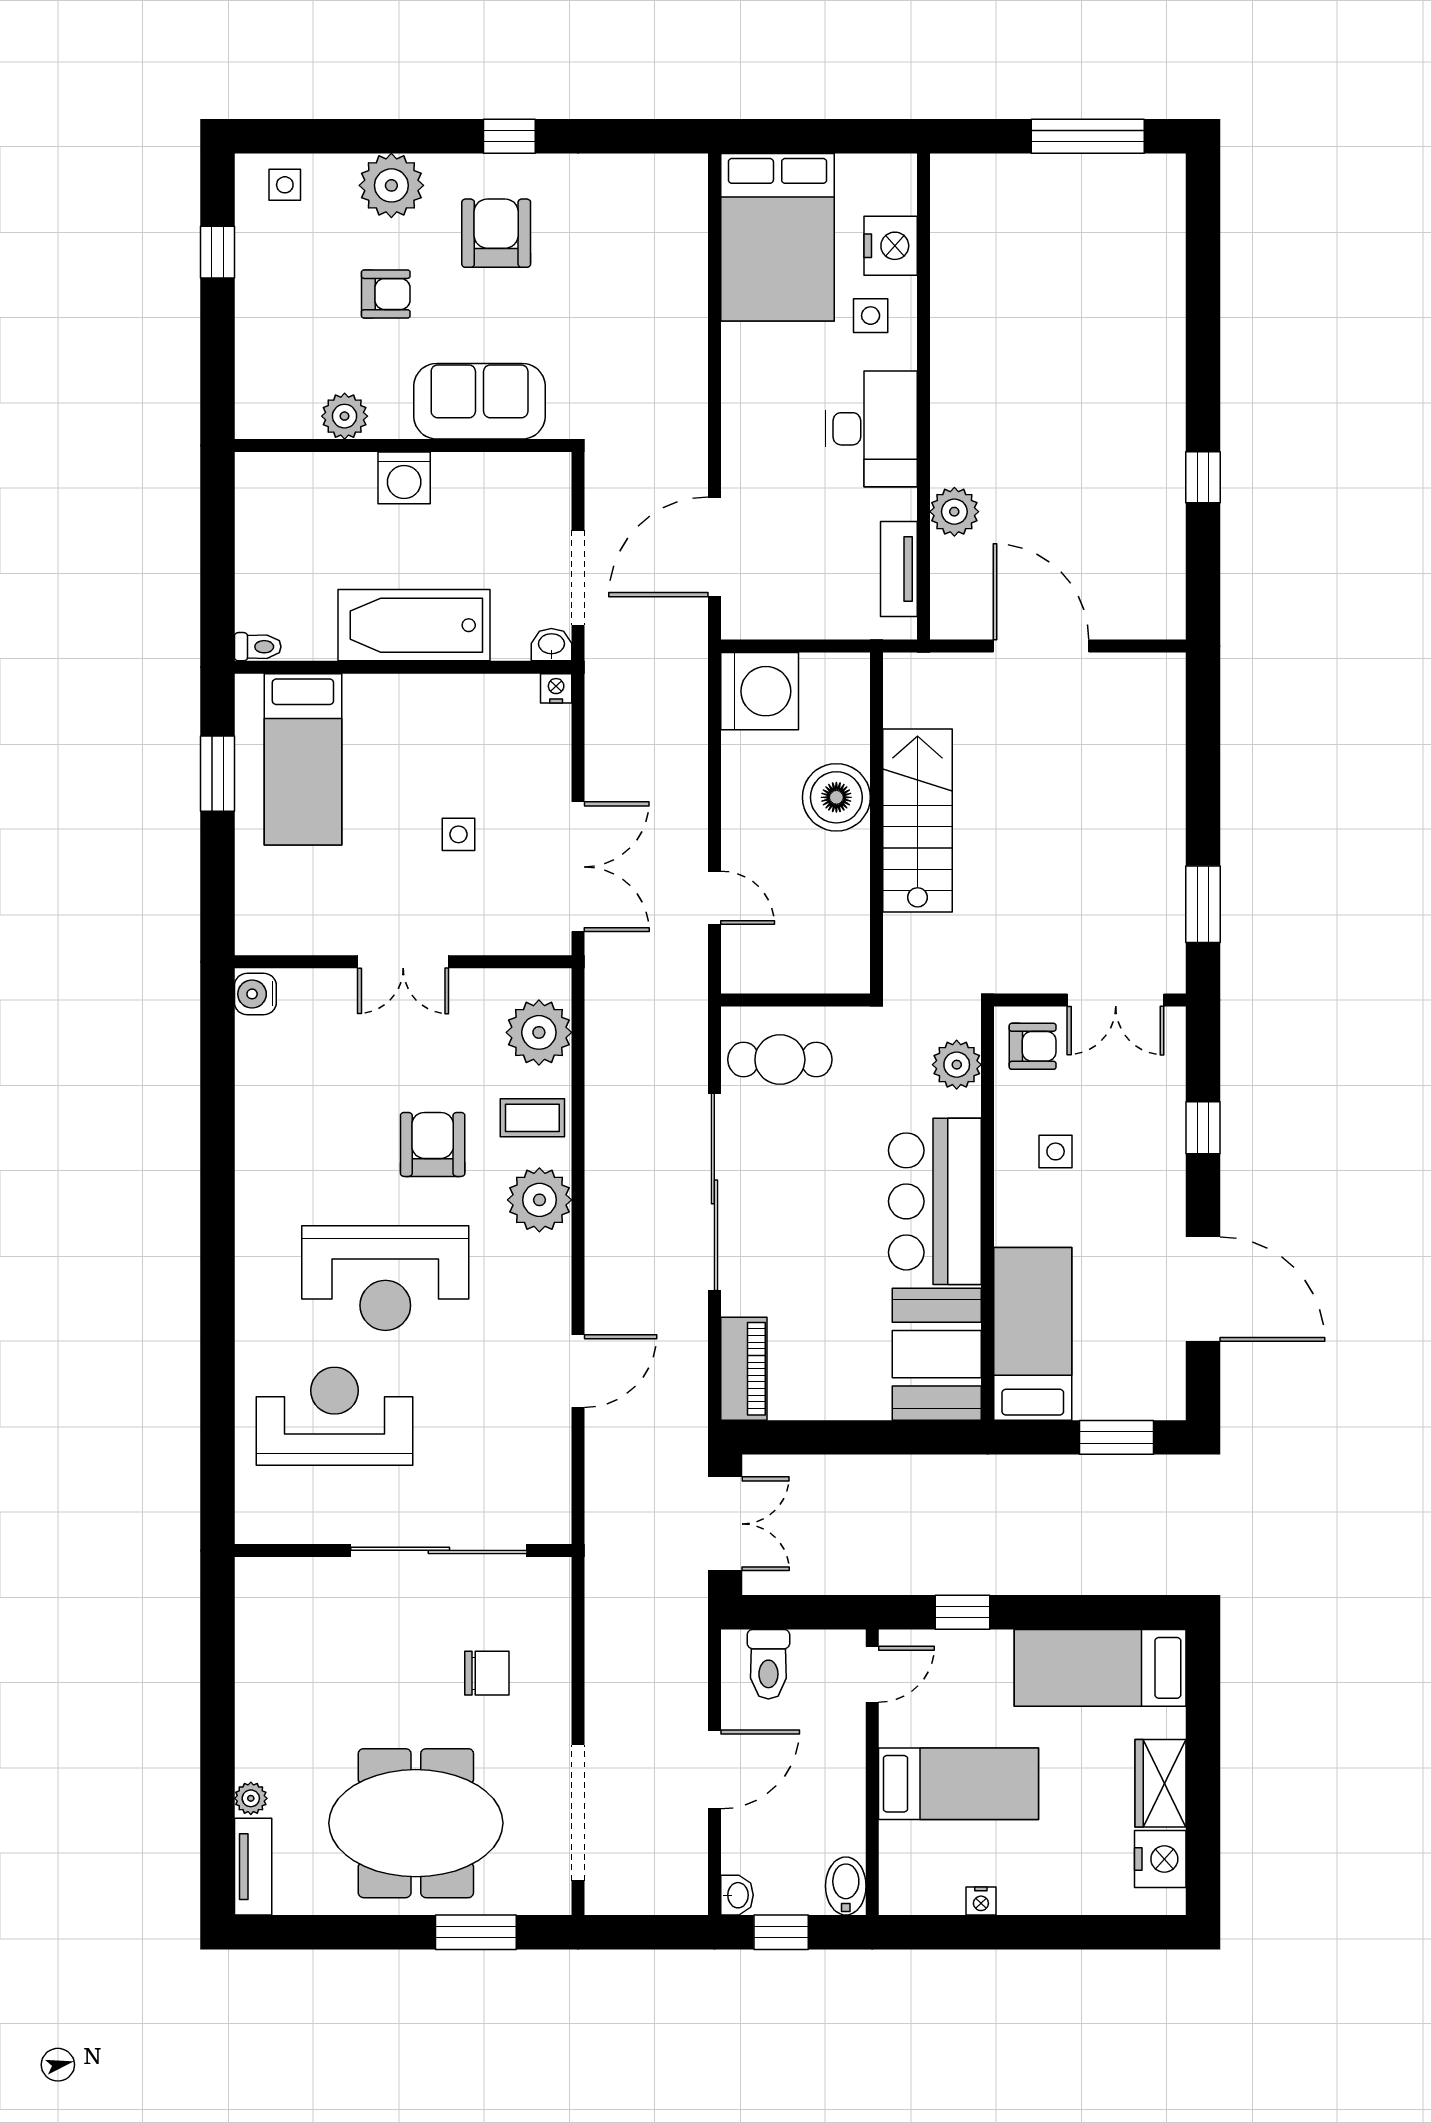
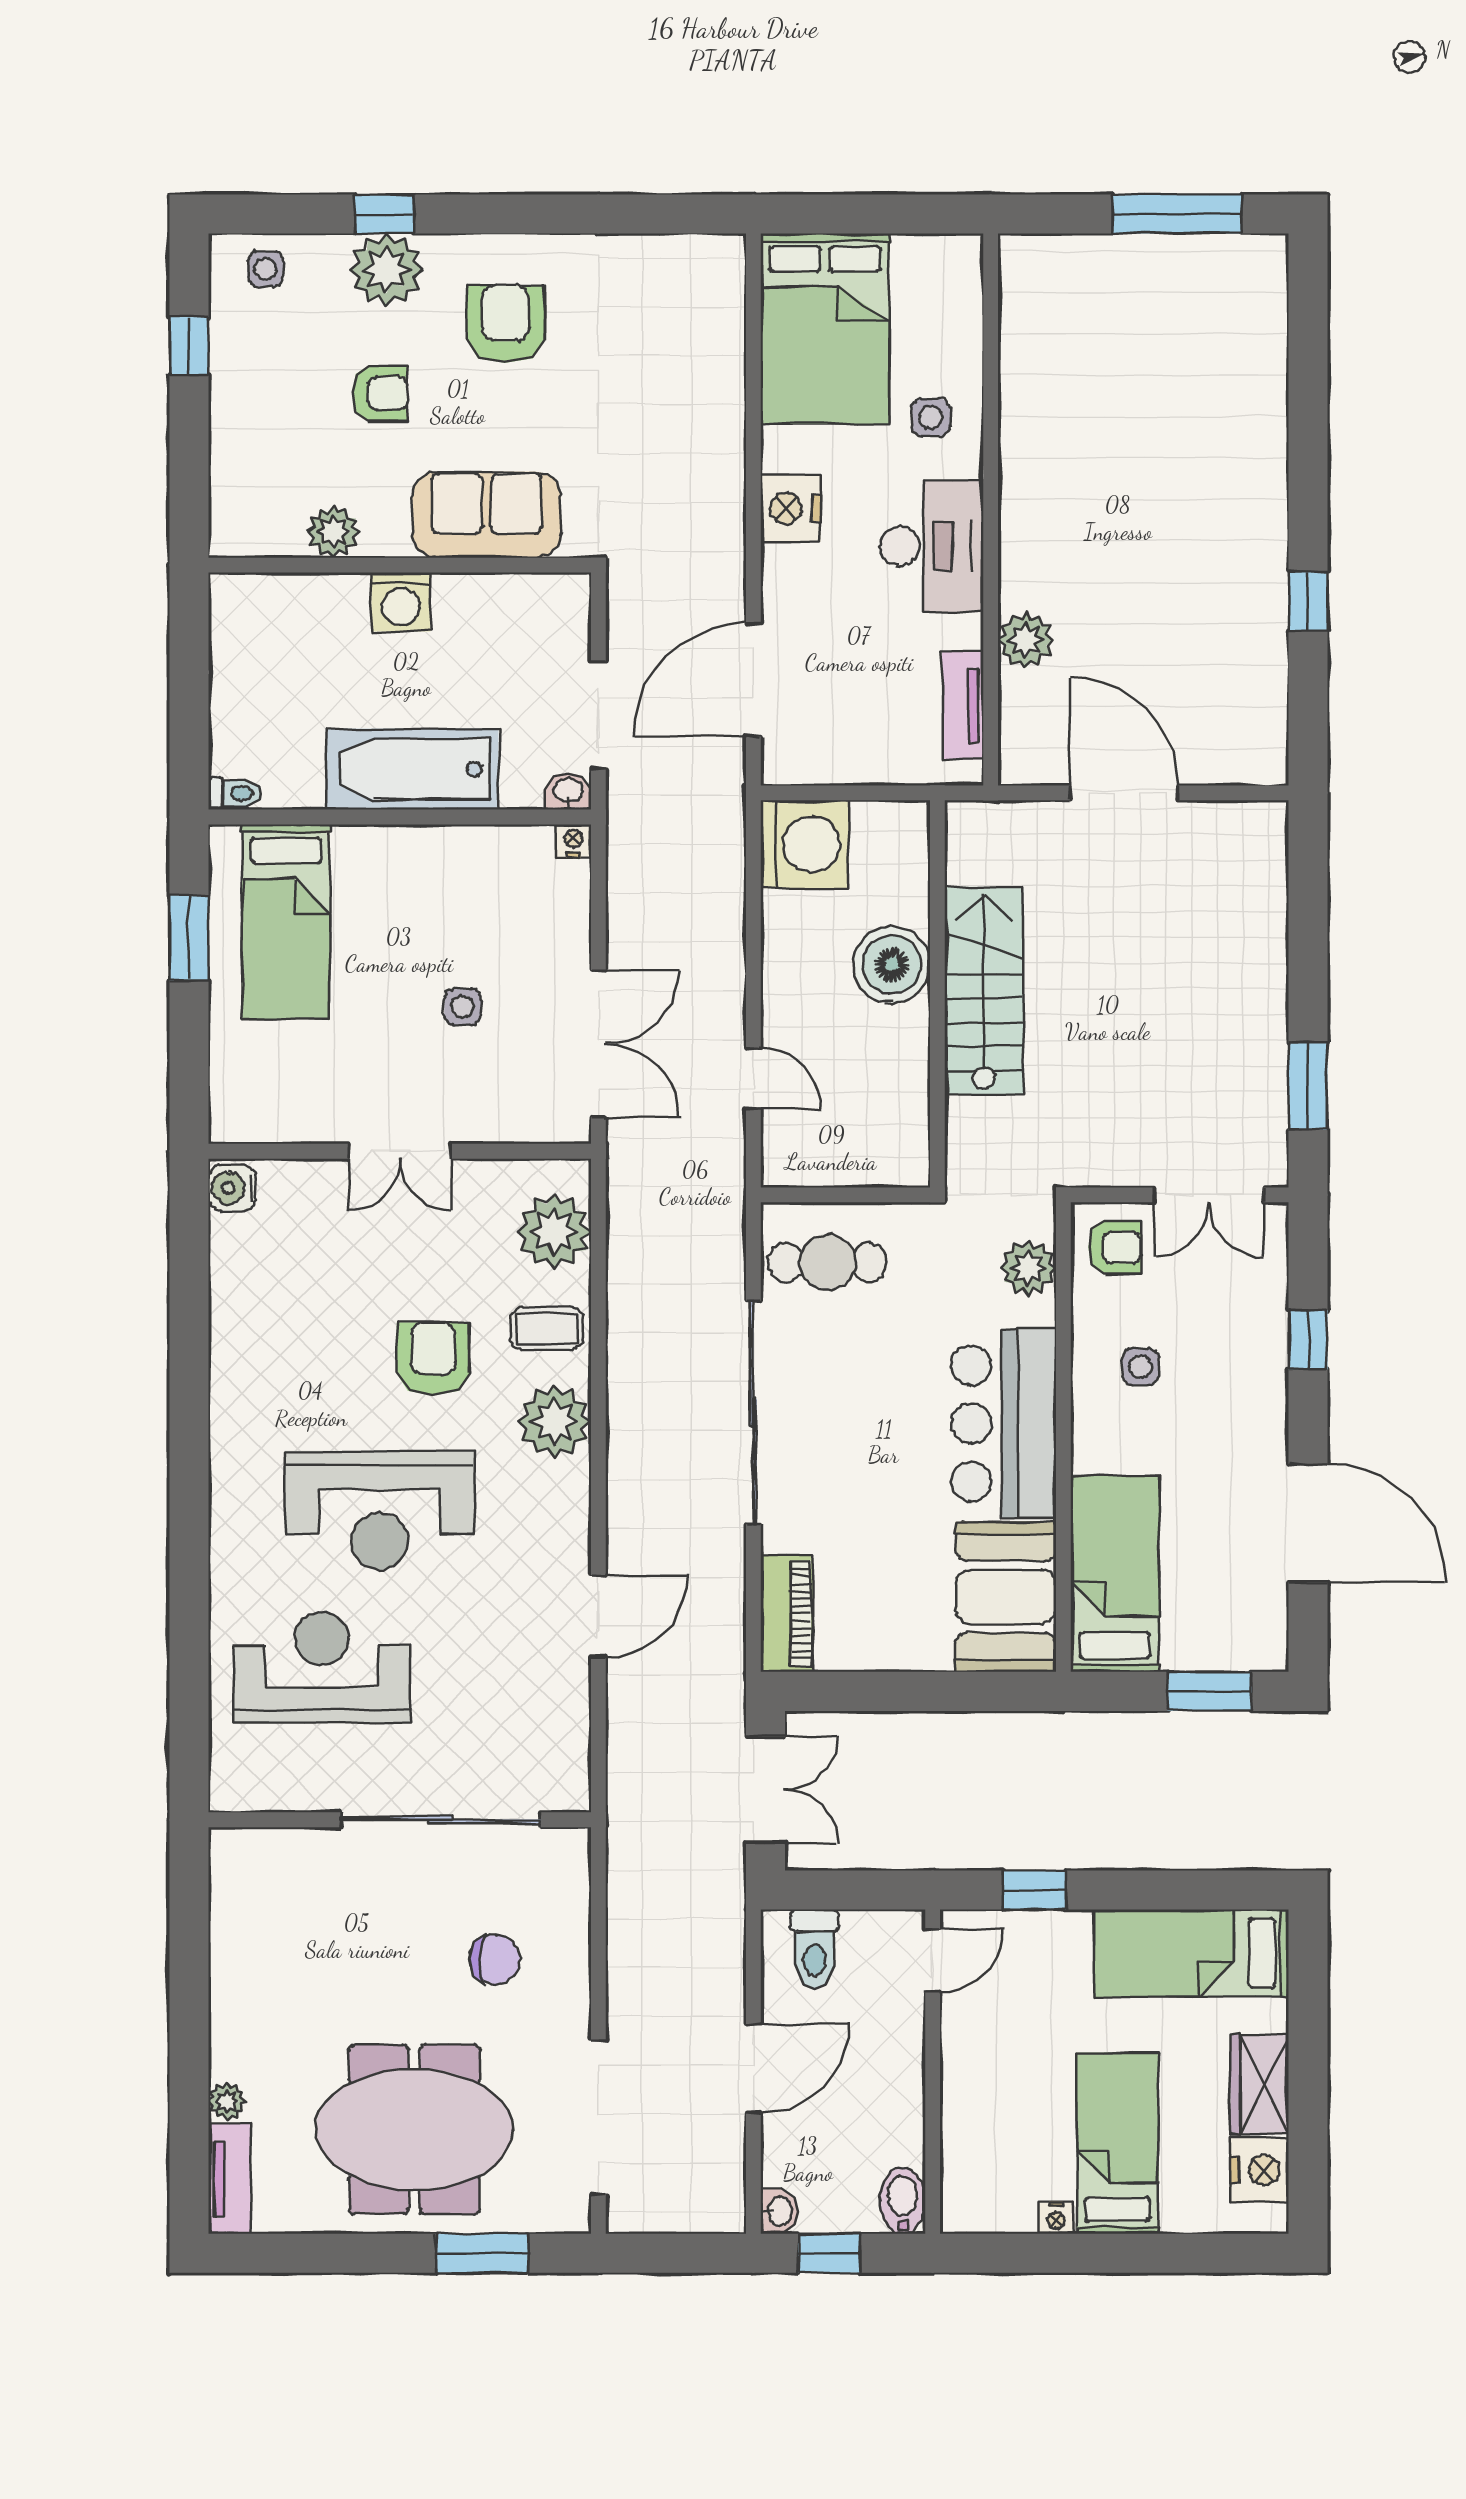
window: (509, 136) -> (384, 214), moved
nightstand: (891, 246) -> (791, 508), moved, turned 180
bed: (958, 1784) -> (1118, 2143), moved, turned -90

